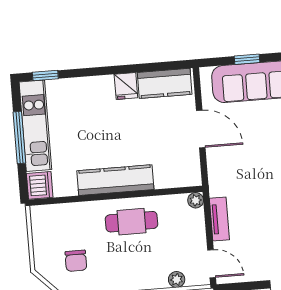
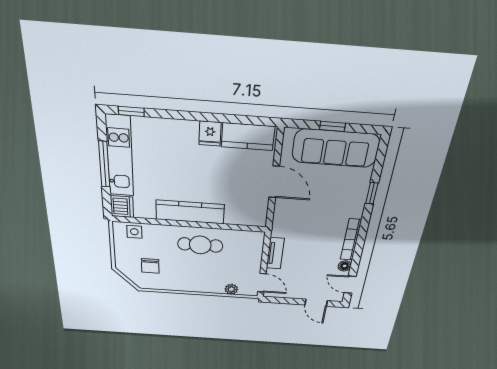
plant: (196, 200) -> (258, 237), removed
side table: (55, 216) -> (134, 232), added

